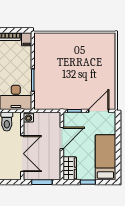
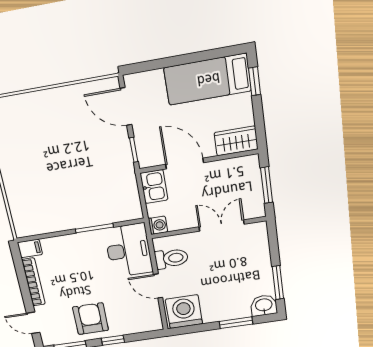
kitchen sink: (52, 119) -> (154, 187), added
double door: (22, 154) -> (222, 226), width x0.73
window: (88, 182) -> (255, 81), moved

